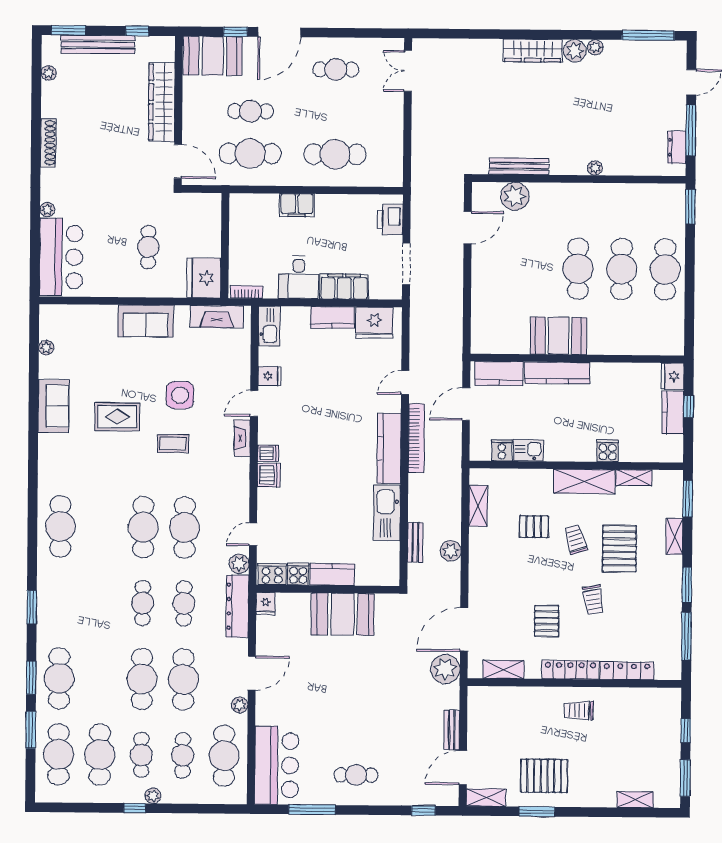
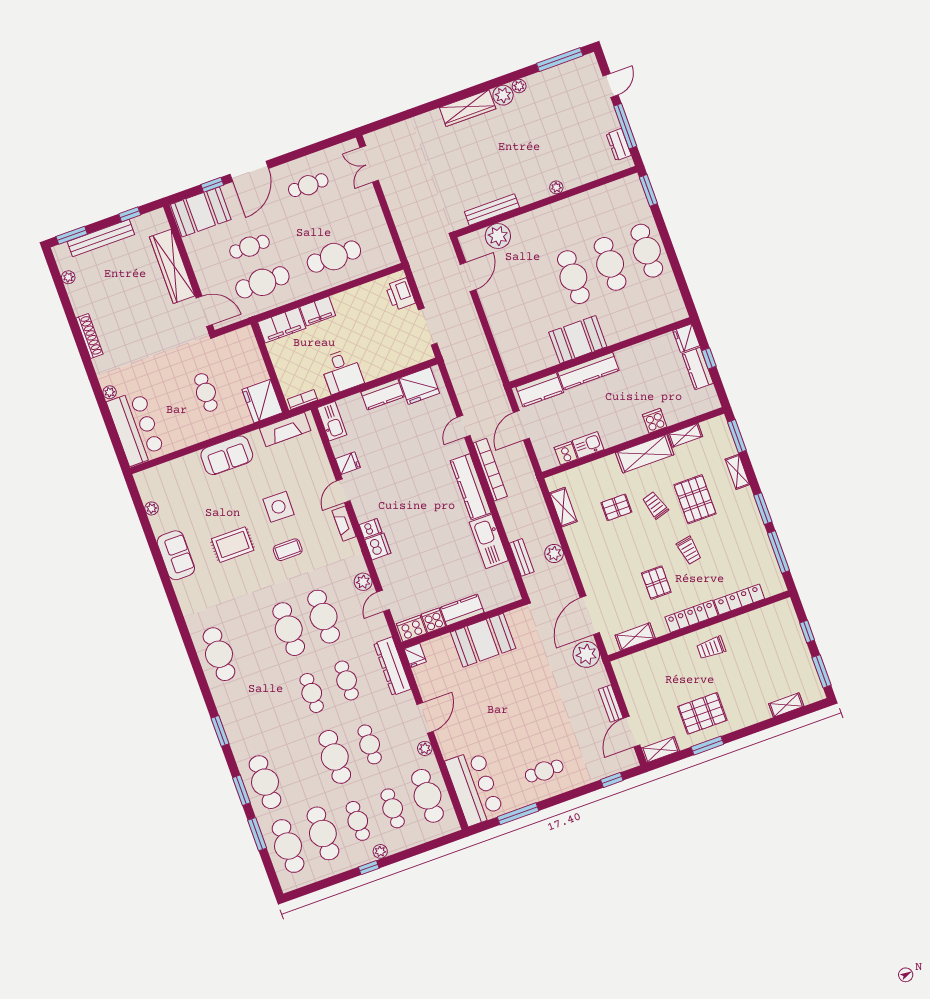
filing cabinet: (344, 287) -> (282, 325), moved, turned 180
plant: (239, 564) -> (363, 582), moved
cafe table: (183, 679) -> (370, 744), width x0.73, depth x0.74

